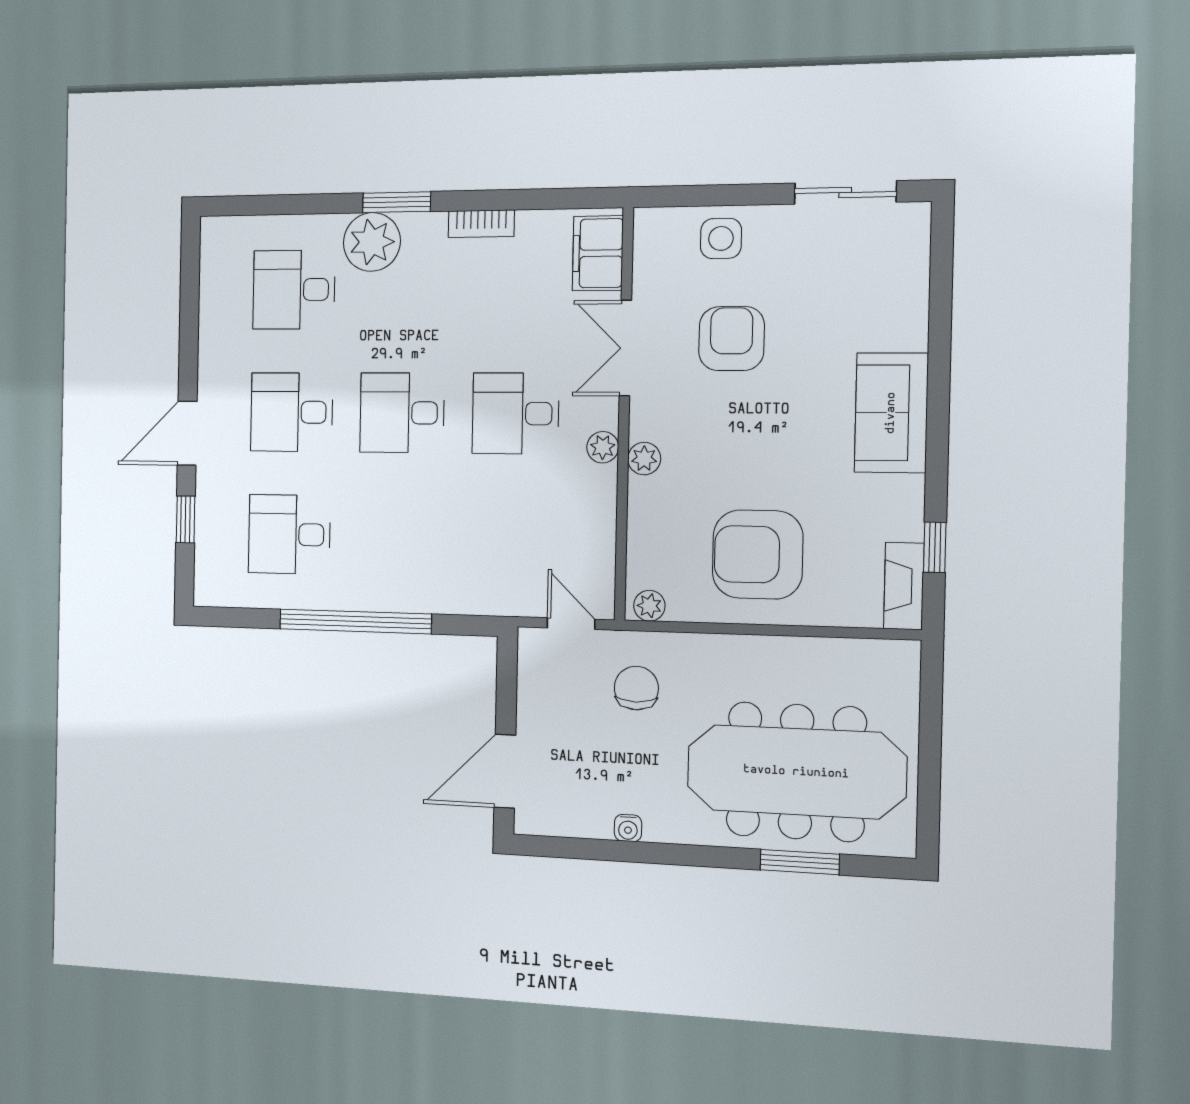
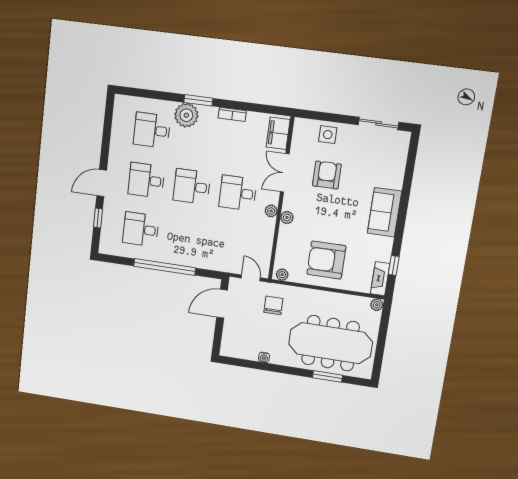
plant: (904, 656) -> (377, 305), added
door: (505, 771) -> (222, 304), moved

